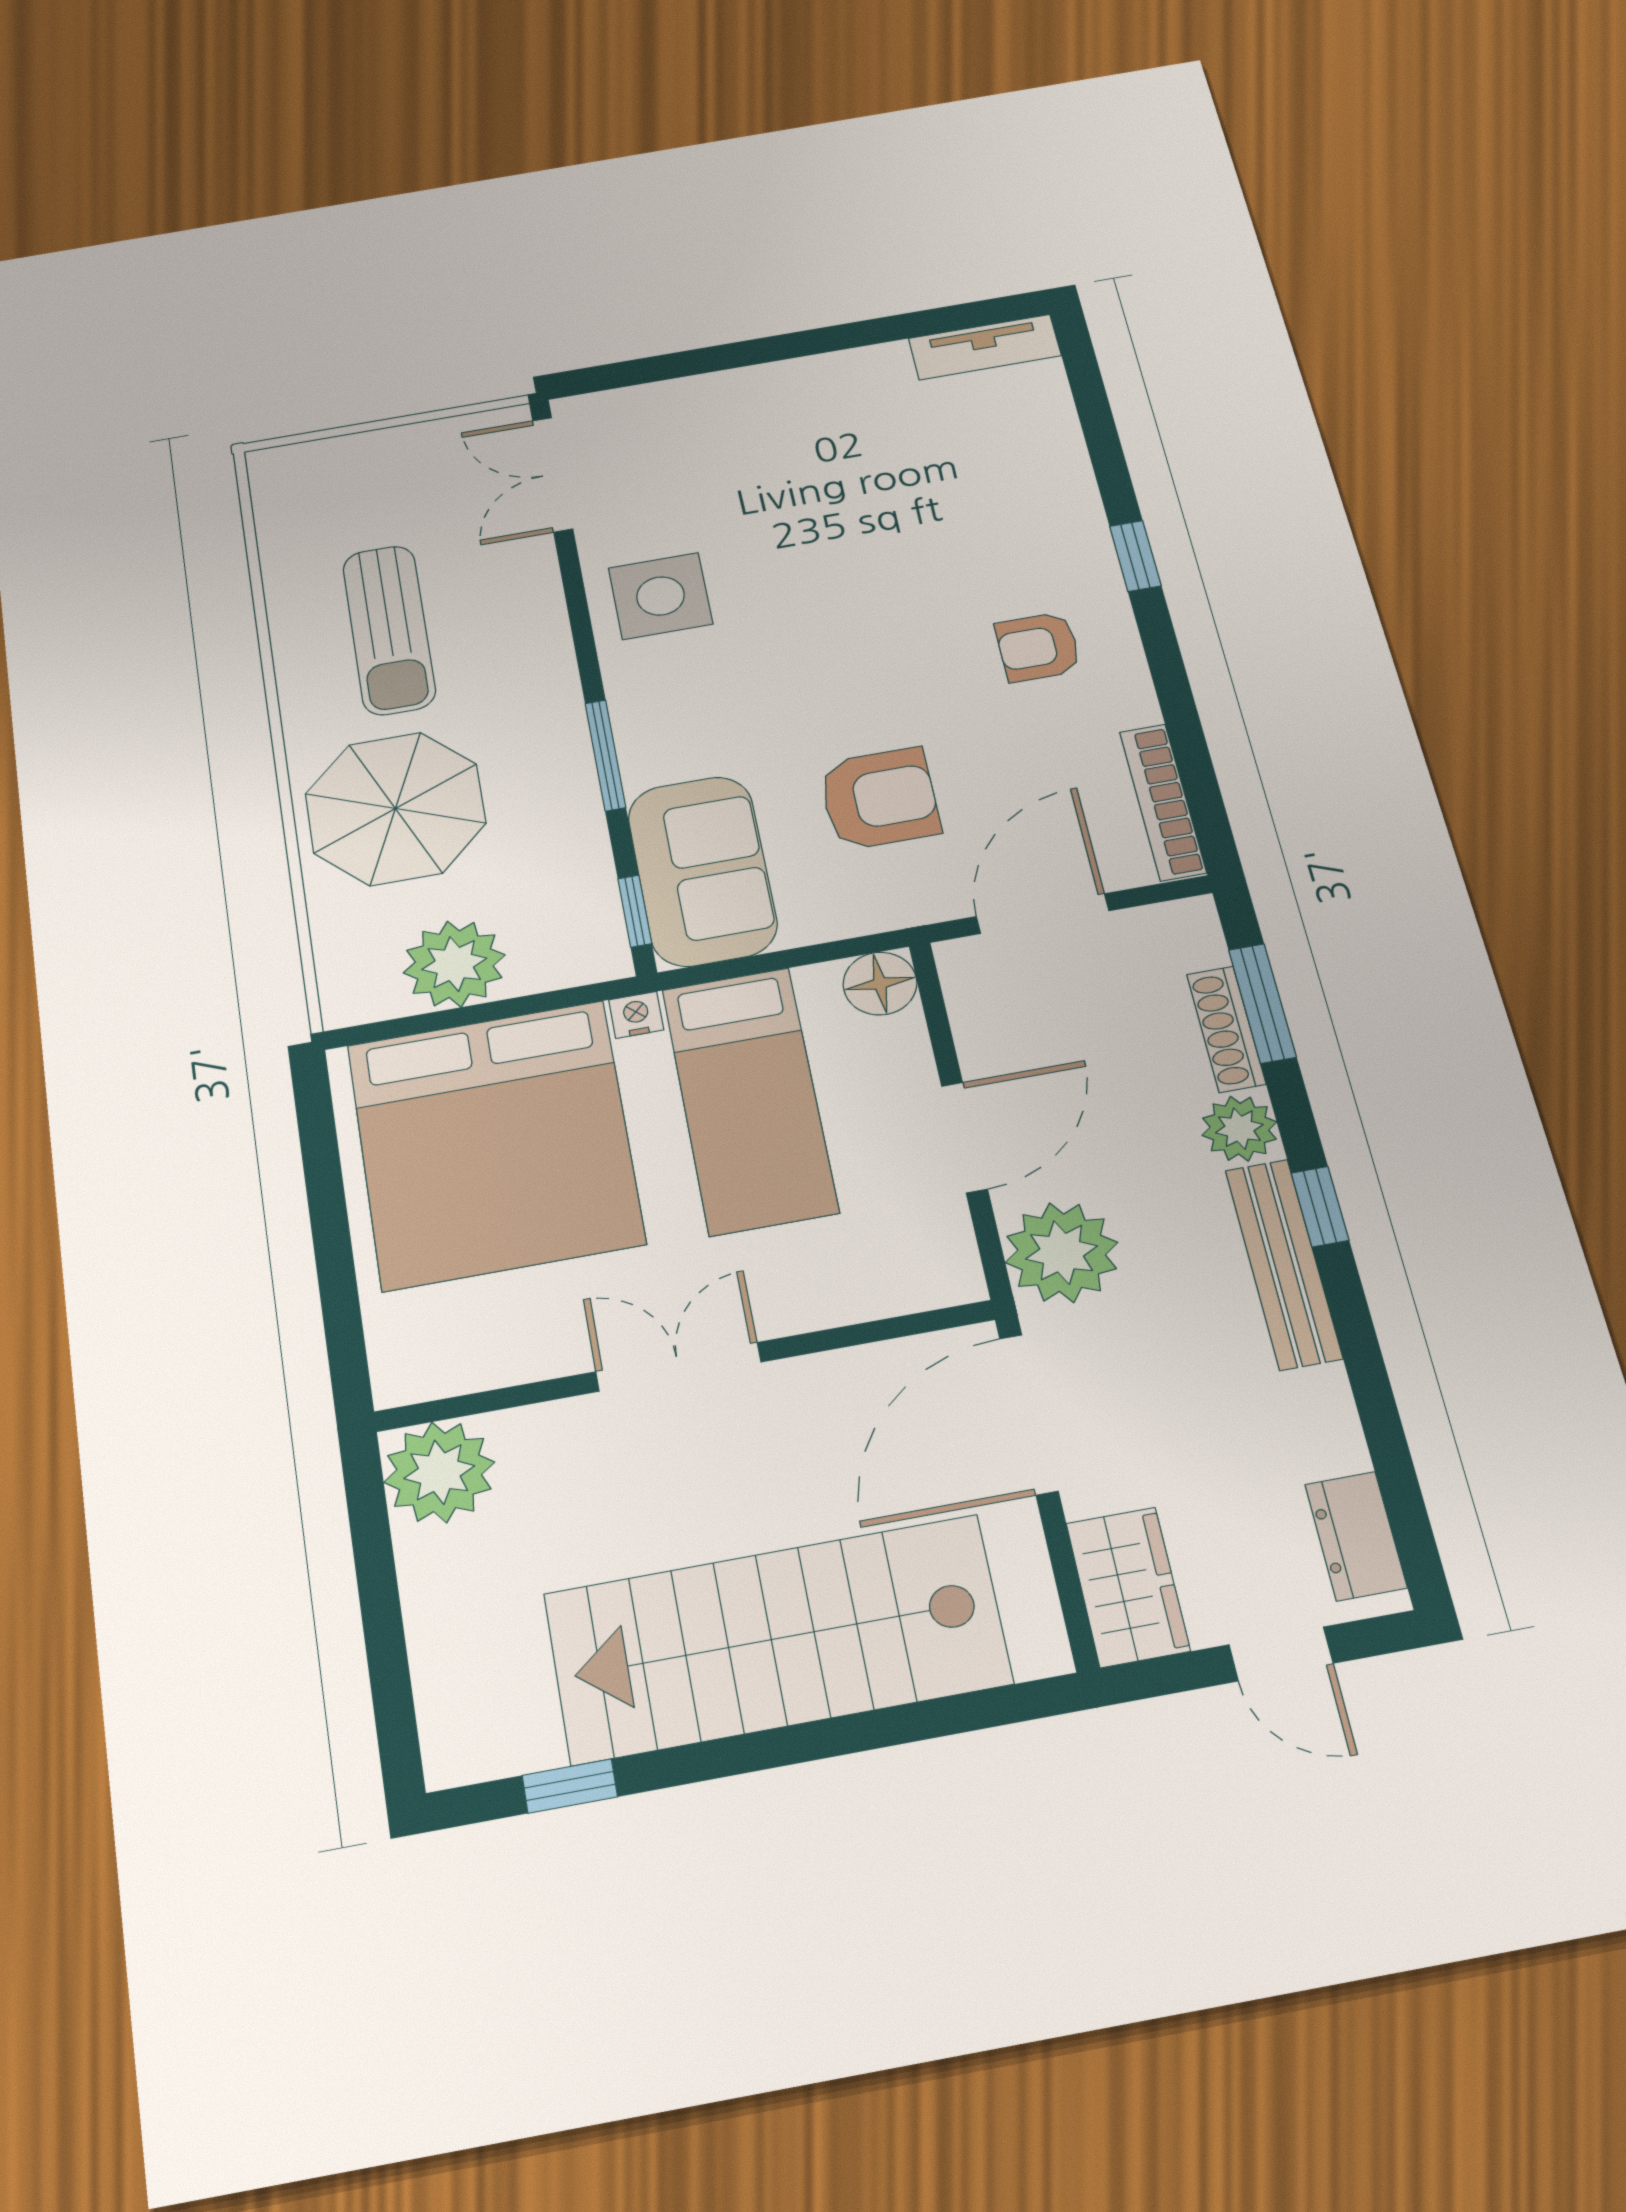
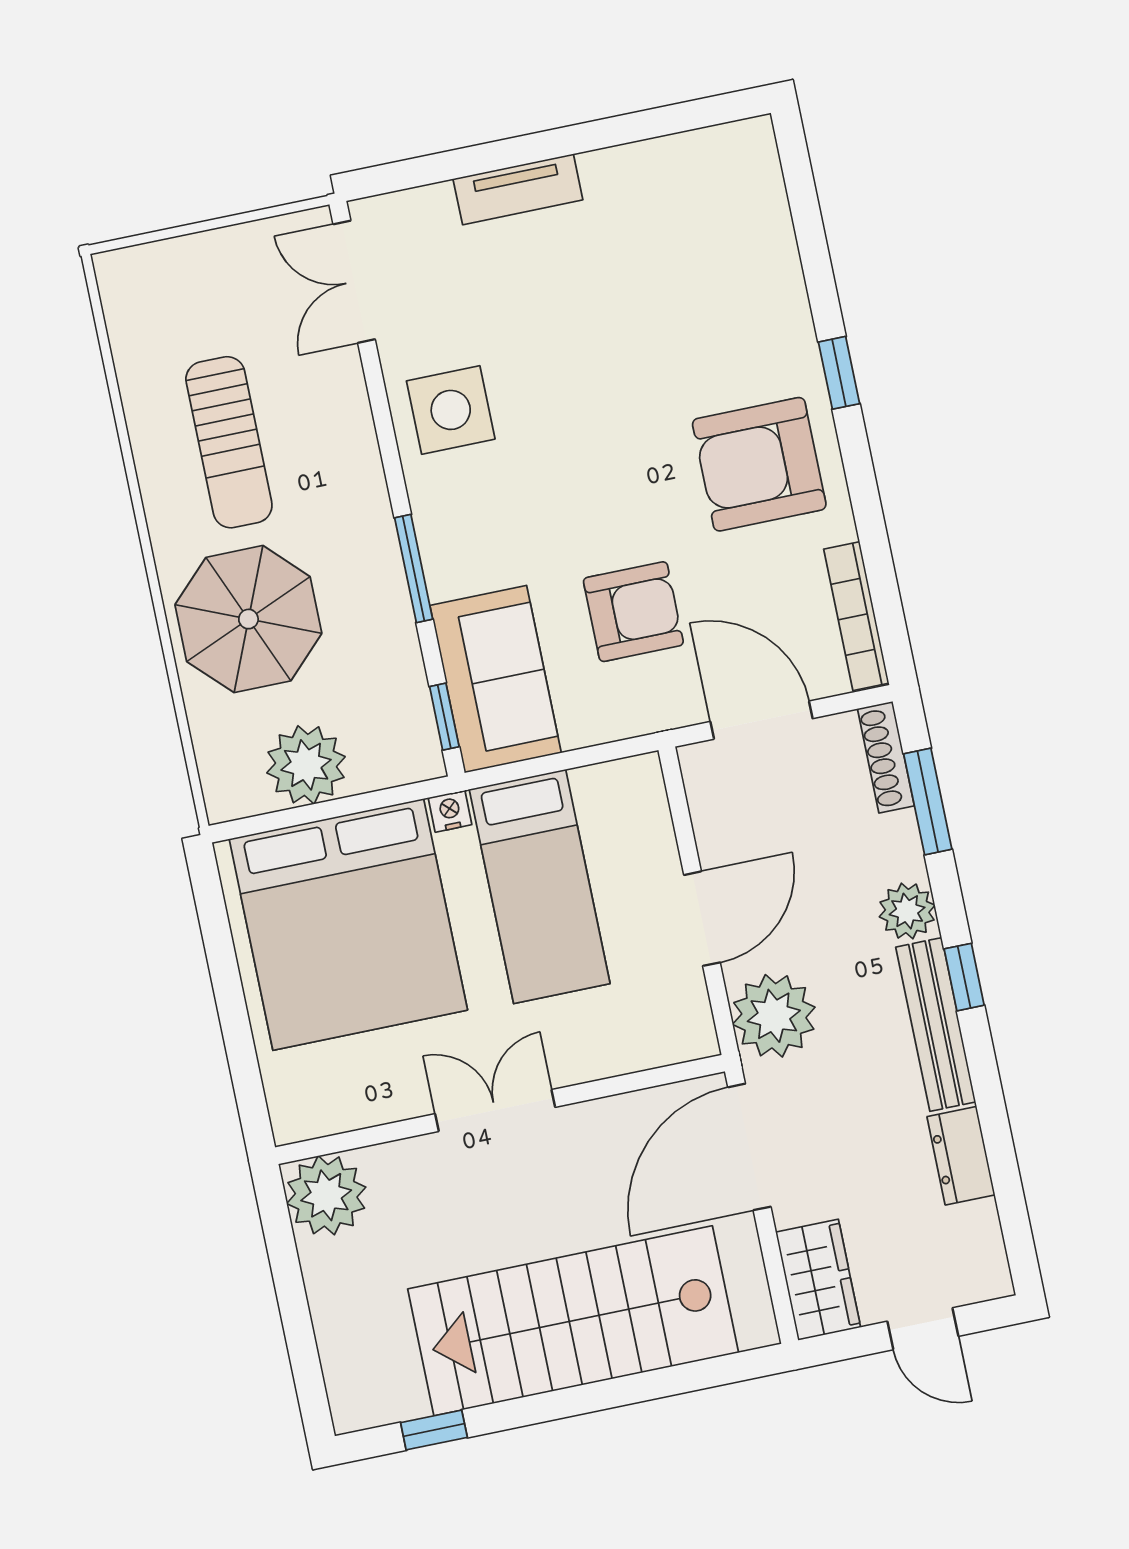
tv unit: (985, 347) -> (518, 189), moved
armchair: (1038, 647) -> (759, 464), width x1.88, depth x1.88
door: (1043, 914) -> (762, 720), hinge flipped
floor lamp: (880, 984) -> (637, 783), removed
shoe rack: (1226, 1029) -> (886, 757), moved
dresser: (1356, 1536) -> (961, 1156), moved

